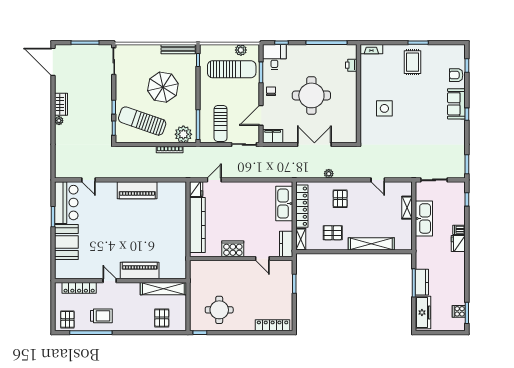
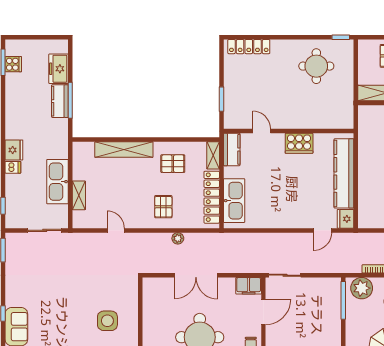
sun lounger: (221, 124) -> (315, 302), removed
freezer: (423, 312) -> (59, 69), width x0.71

